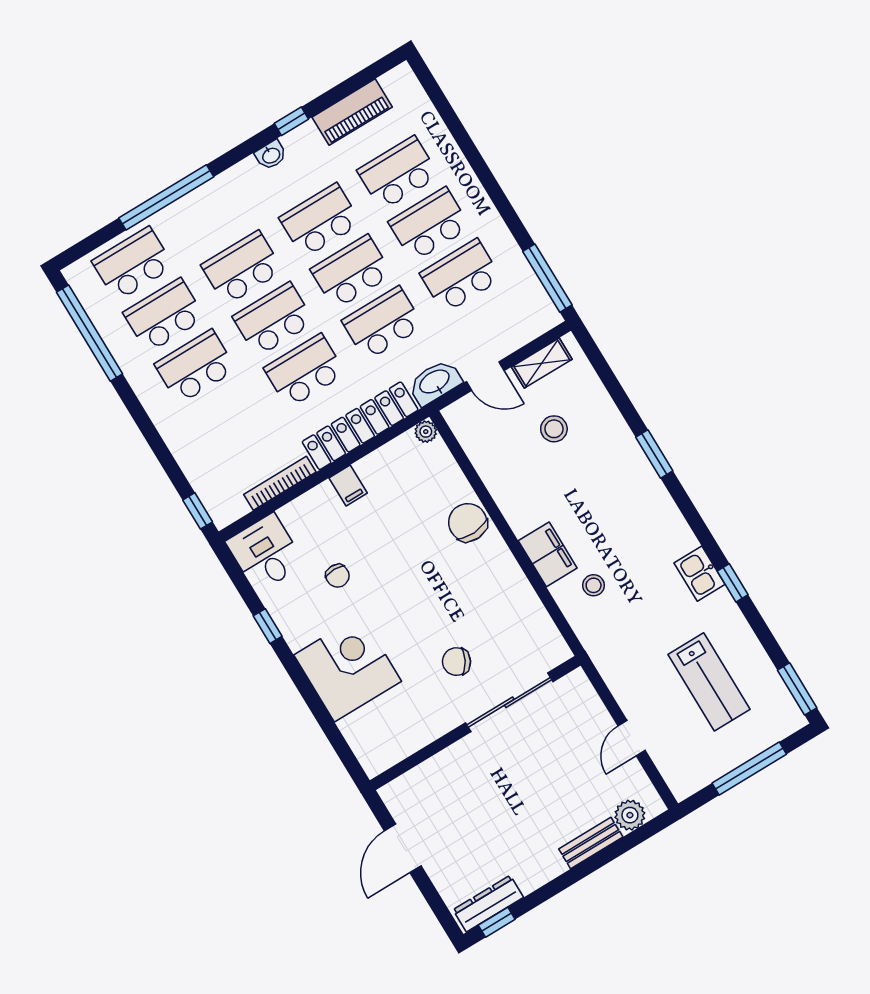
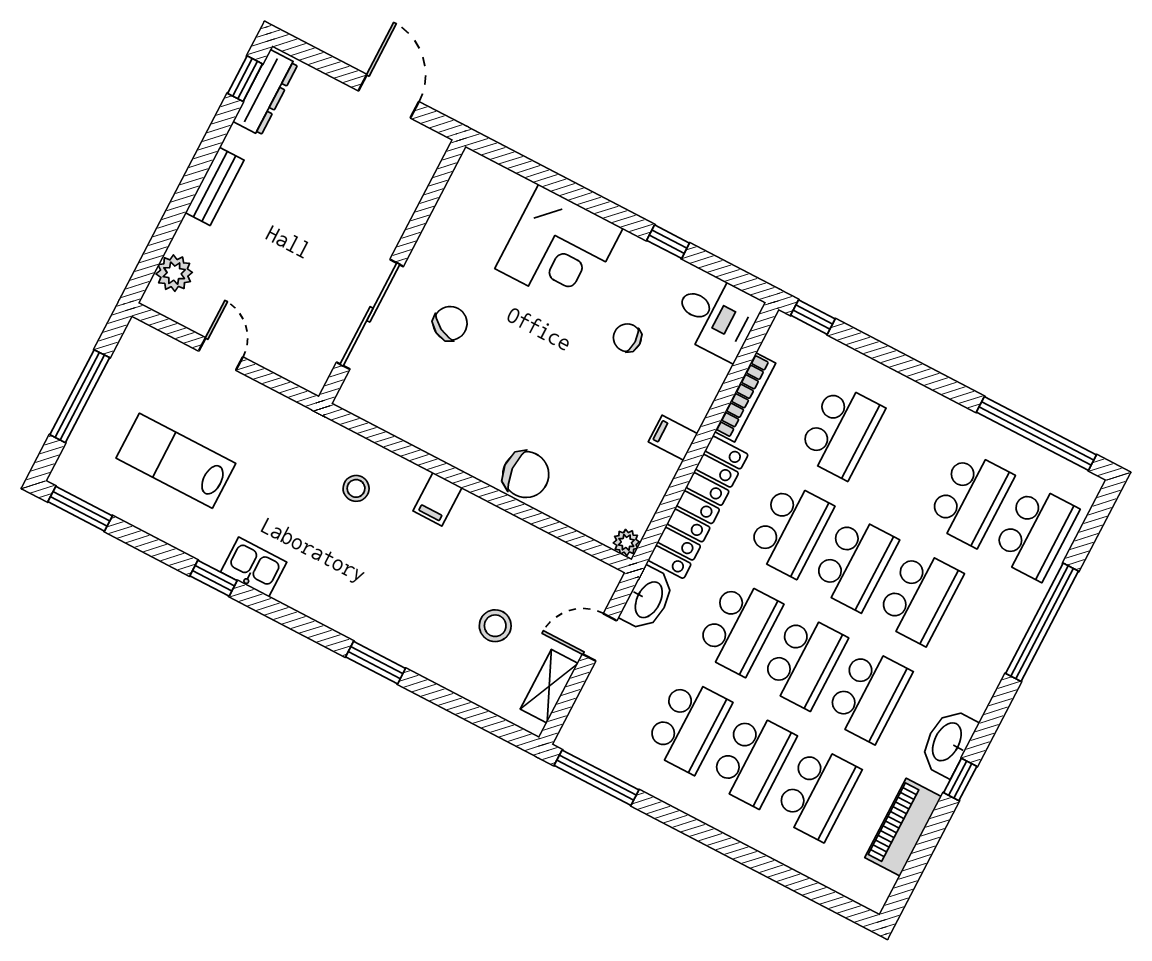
washbasin: (271, 155) -> (948, 742), width x1.91, depth x1.45
school desk: (195, 367) -> (841, 431), moved
filing cabinet: (548, 554) -> (437, 499), width x0.50
bench: (591, 843) -> (215, 186), moved

